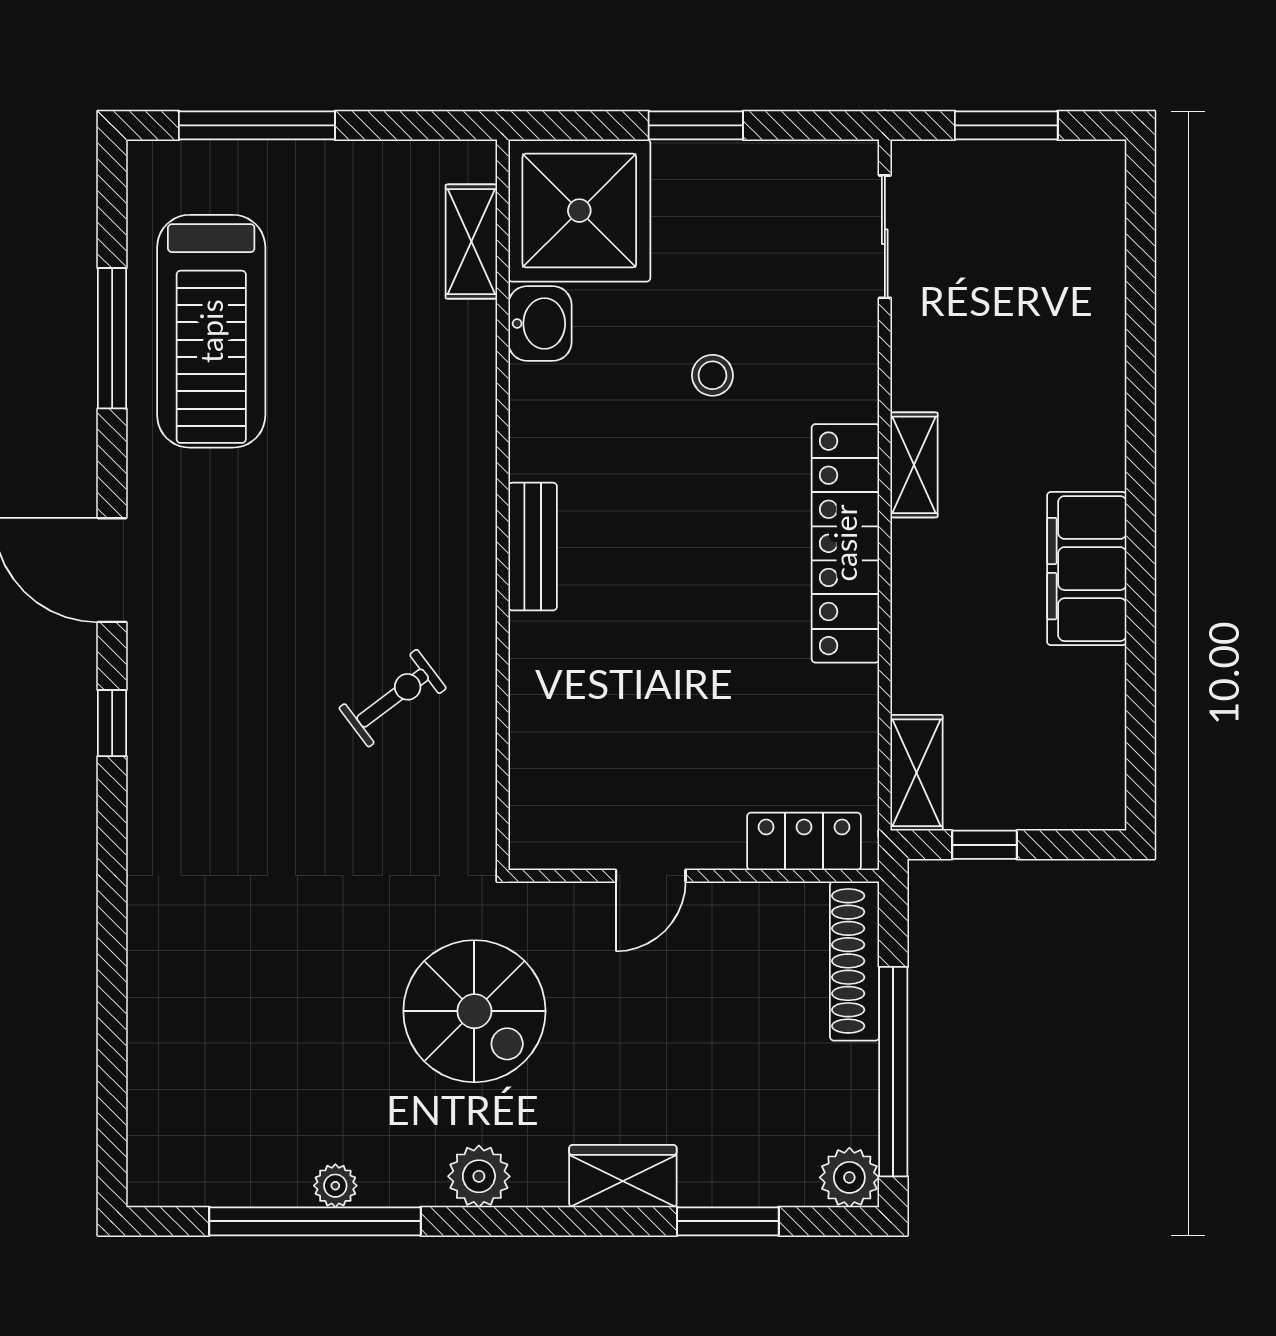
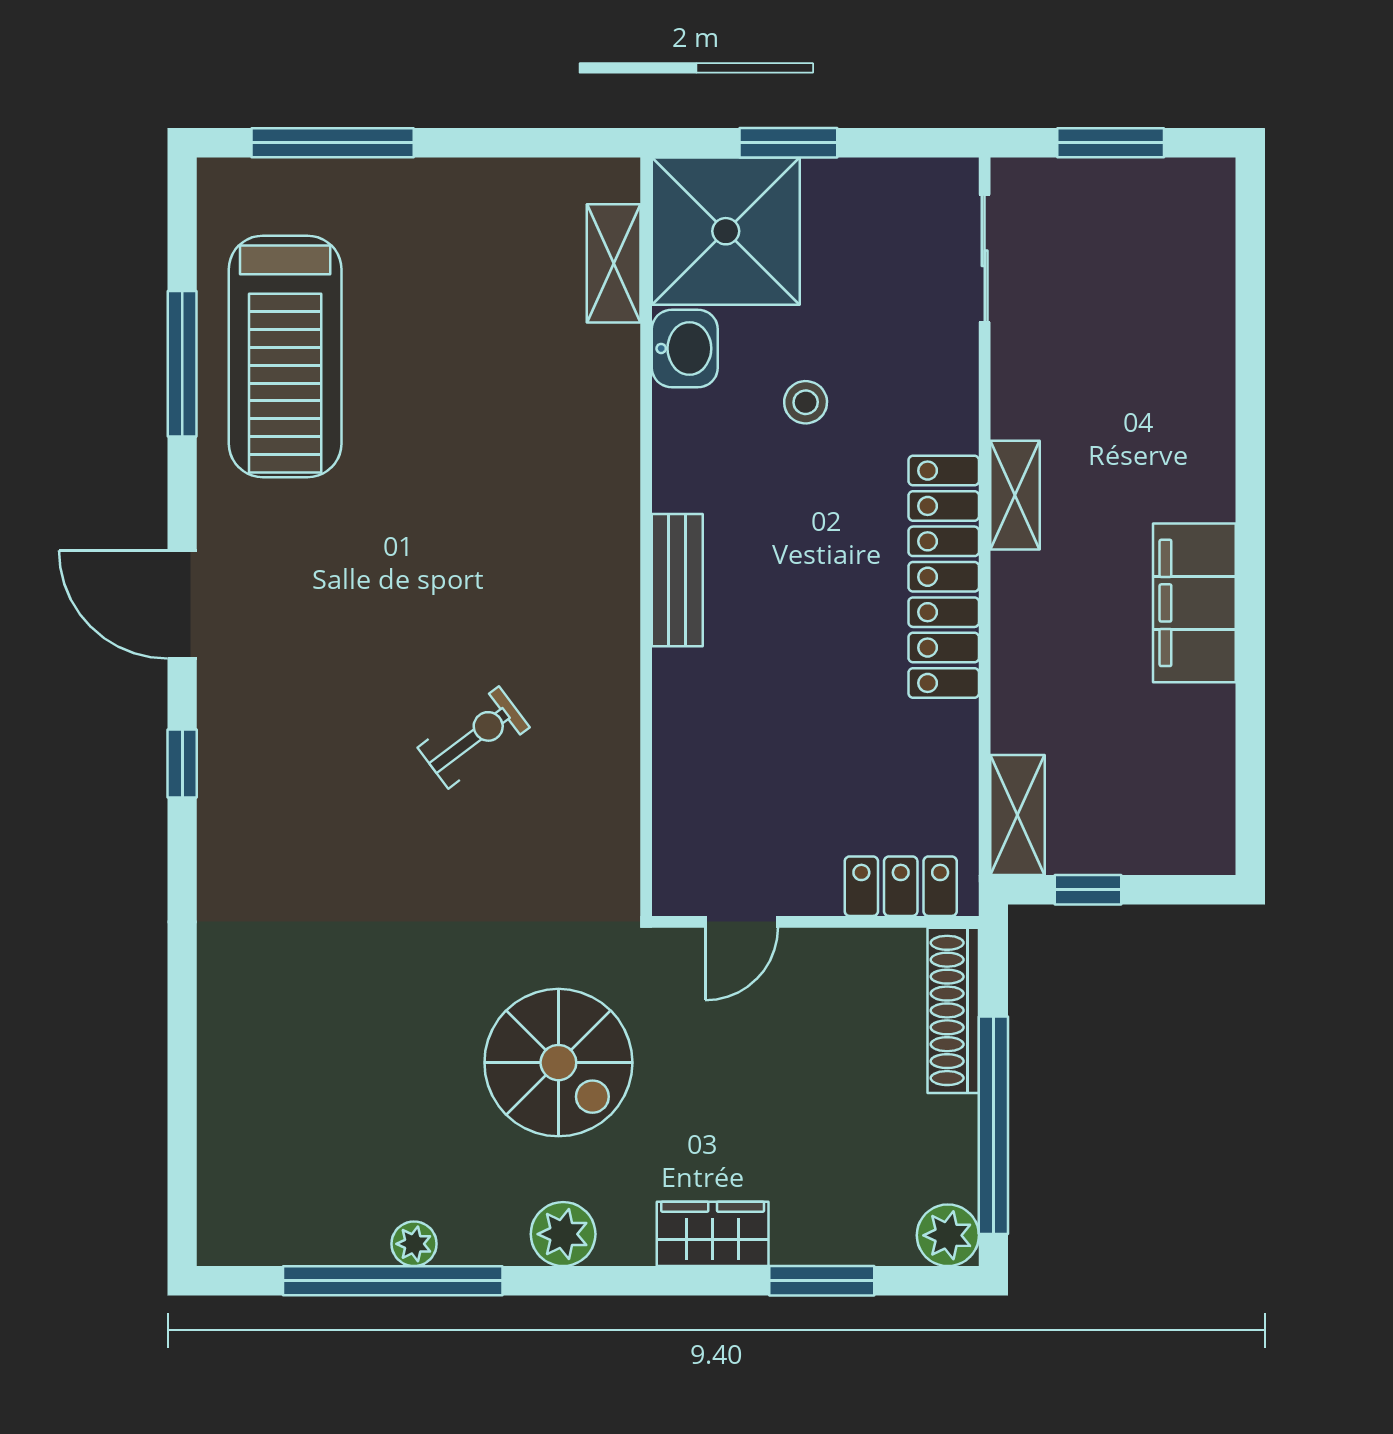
shower: (579, 211) -> (726, 231), moved
shelving: (471, 242) -> (614, 263), moved
washbasin: (540, 324) -> (685, 348), moved
wall: (503, 505) -> (646, 537), moved
bench: (533, 547) -> (677, 580), moved

